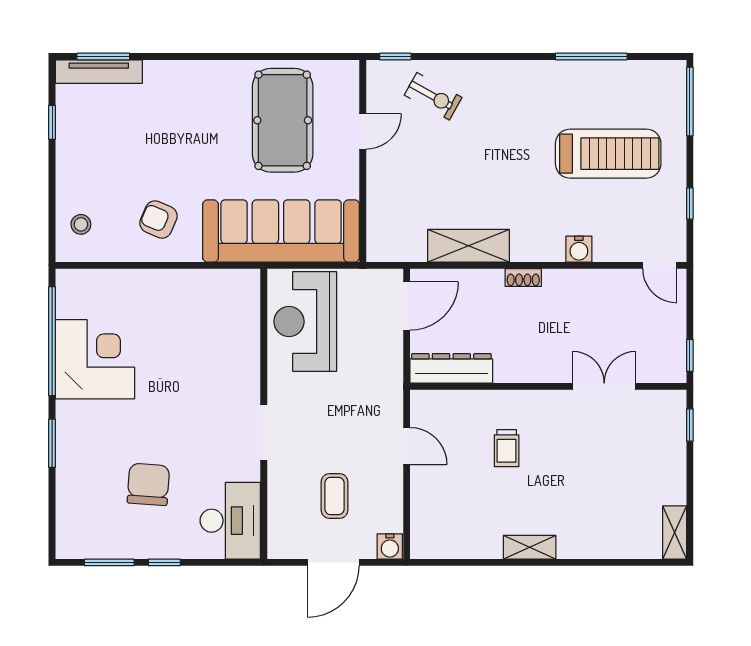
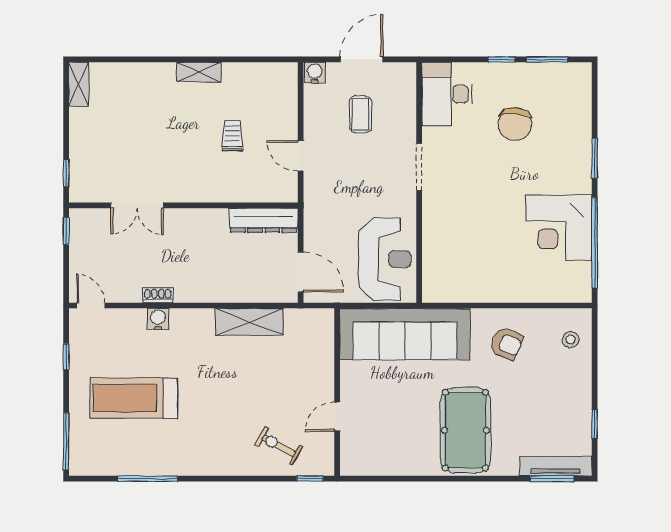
pool table: (283, 120) -> (465, 430), moved
shoe rack: (523, 278) -> (158, 295), moved
door: (407, 306) -> (301, 272), swing flipped
trolley: (507, 448) -> (232, 136), moved

